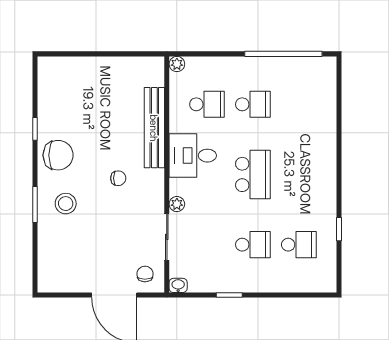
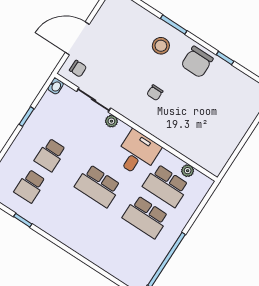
plant: (177, 64) -> (188, 171), moved
school desk: (207, 104) -> (166, 186), width x1.85
school desk: (253, 104) -> (146, 217), width x1.85
bench: (154, 128) -> (173, 140), removed

